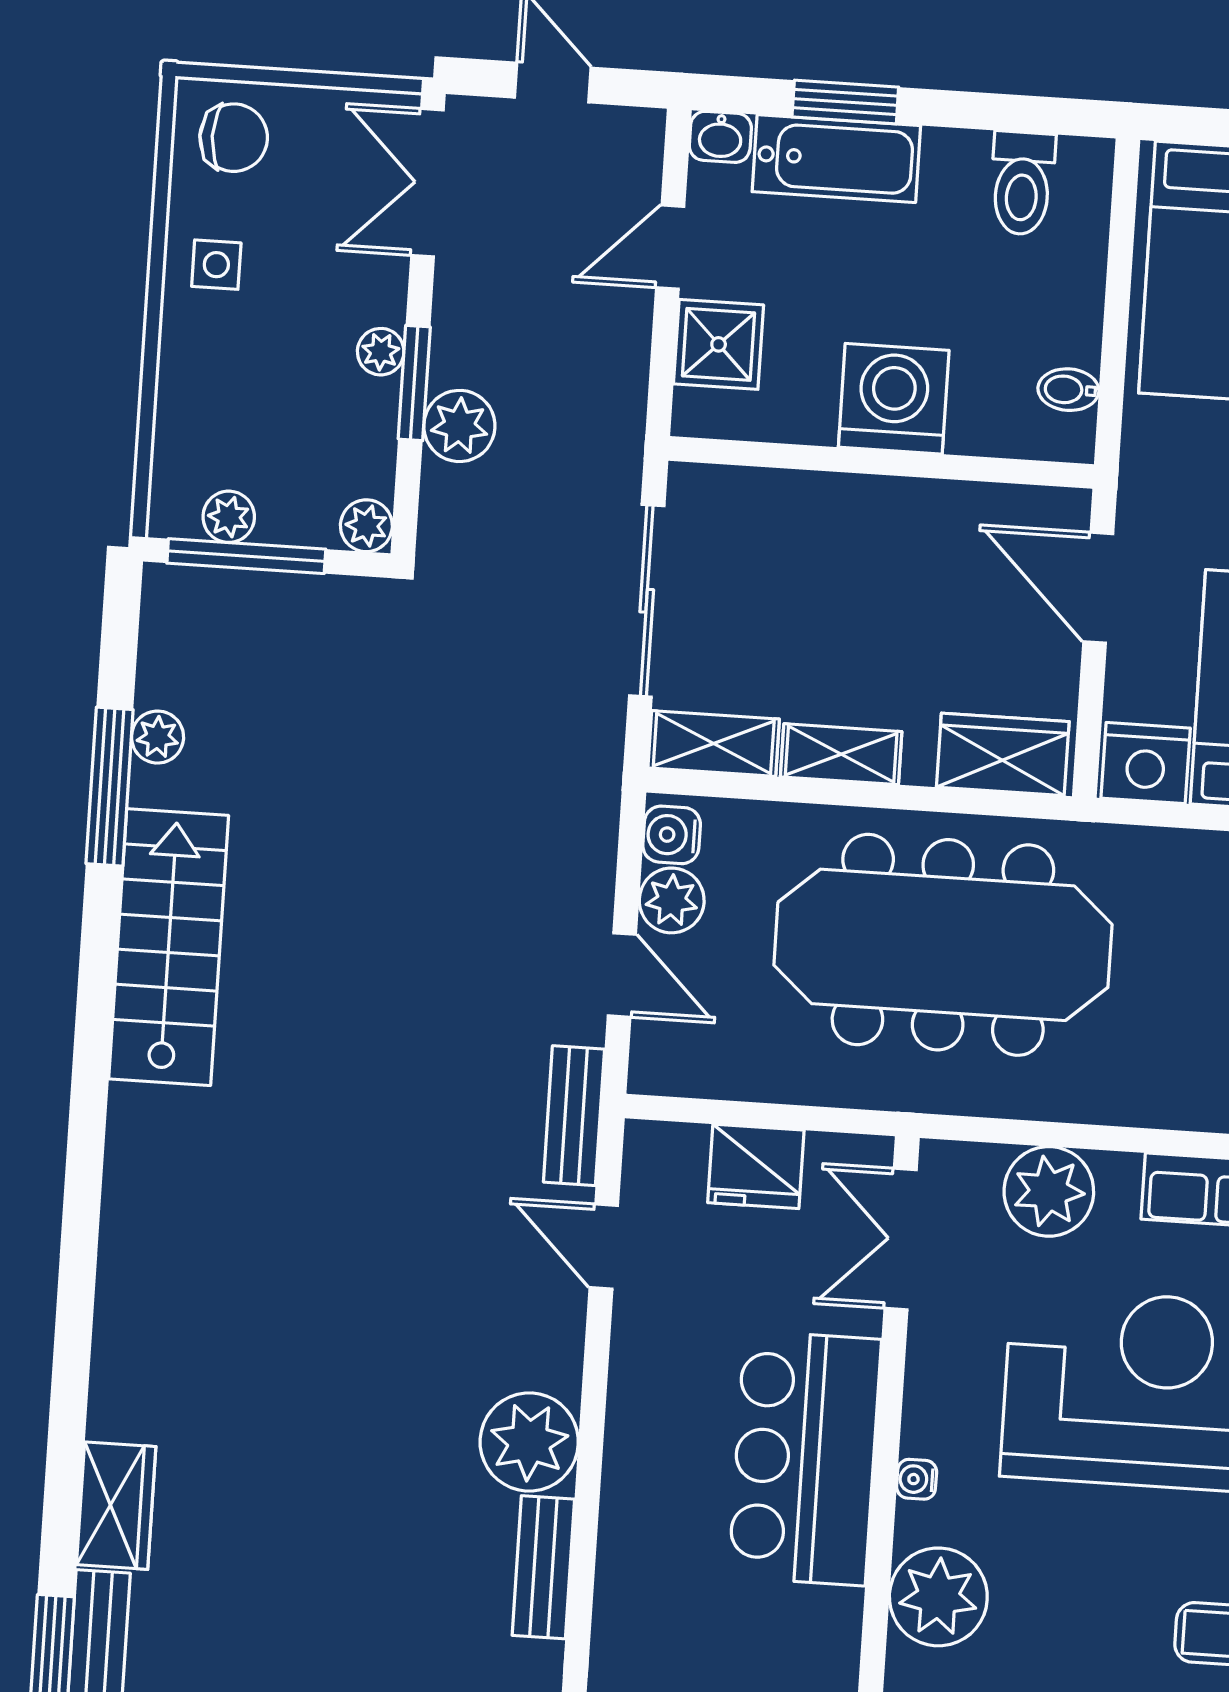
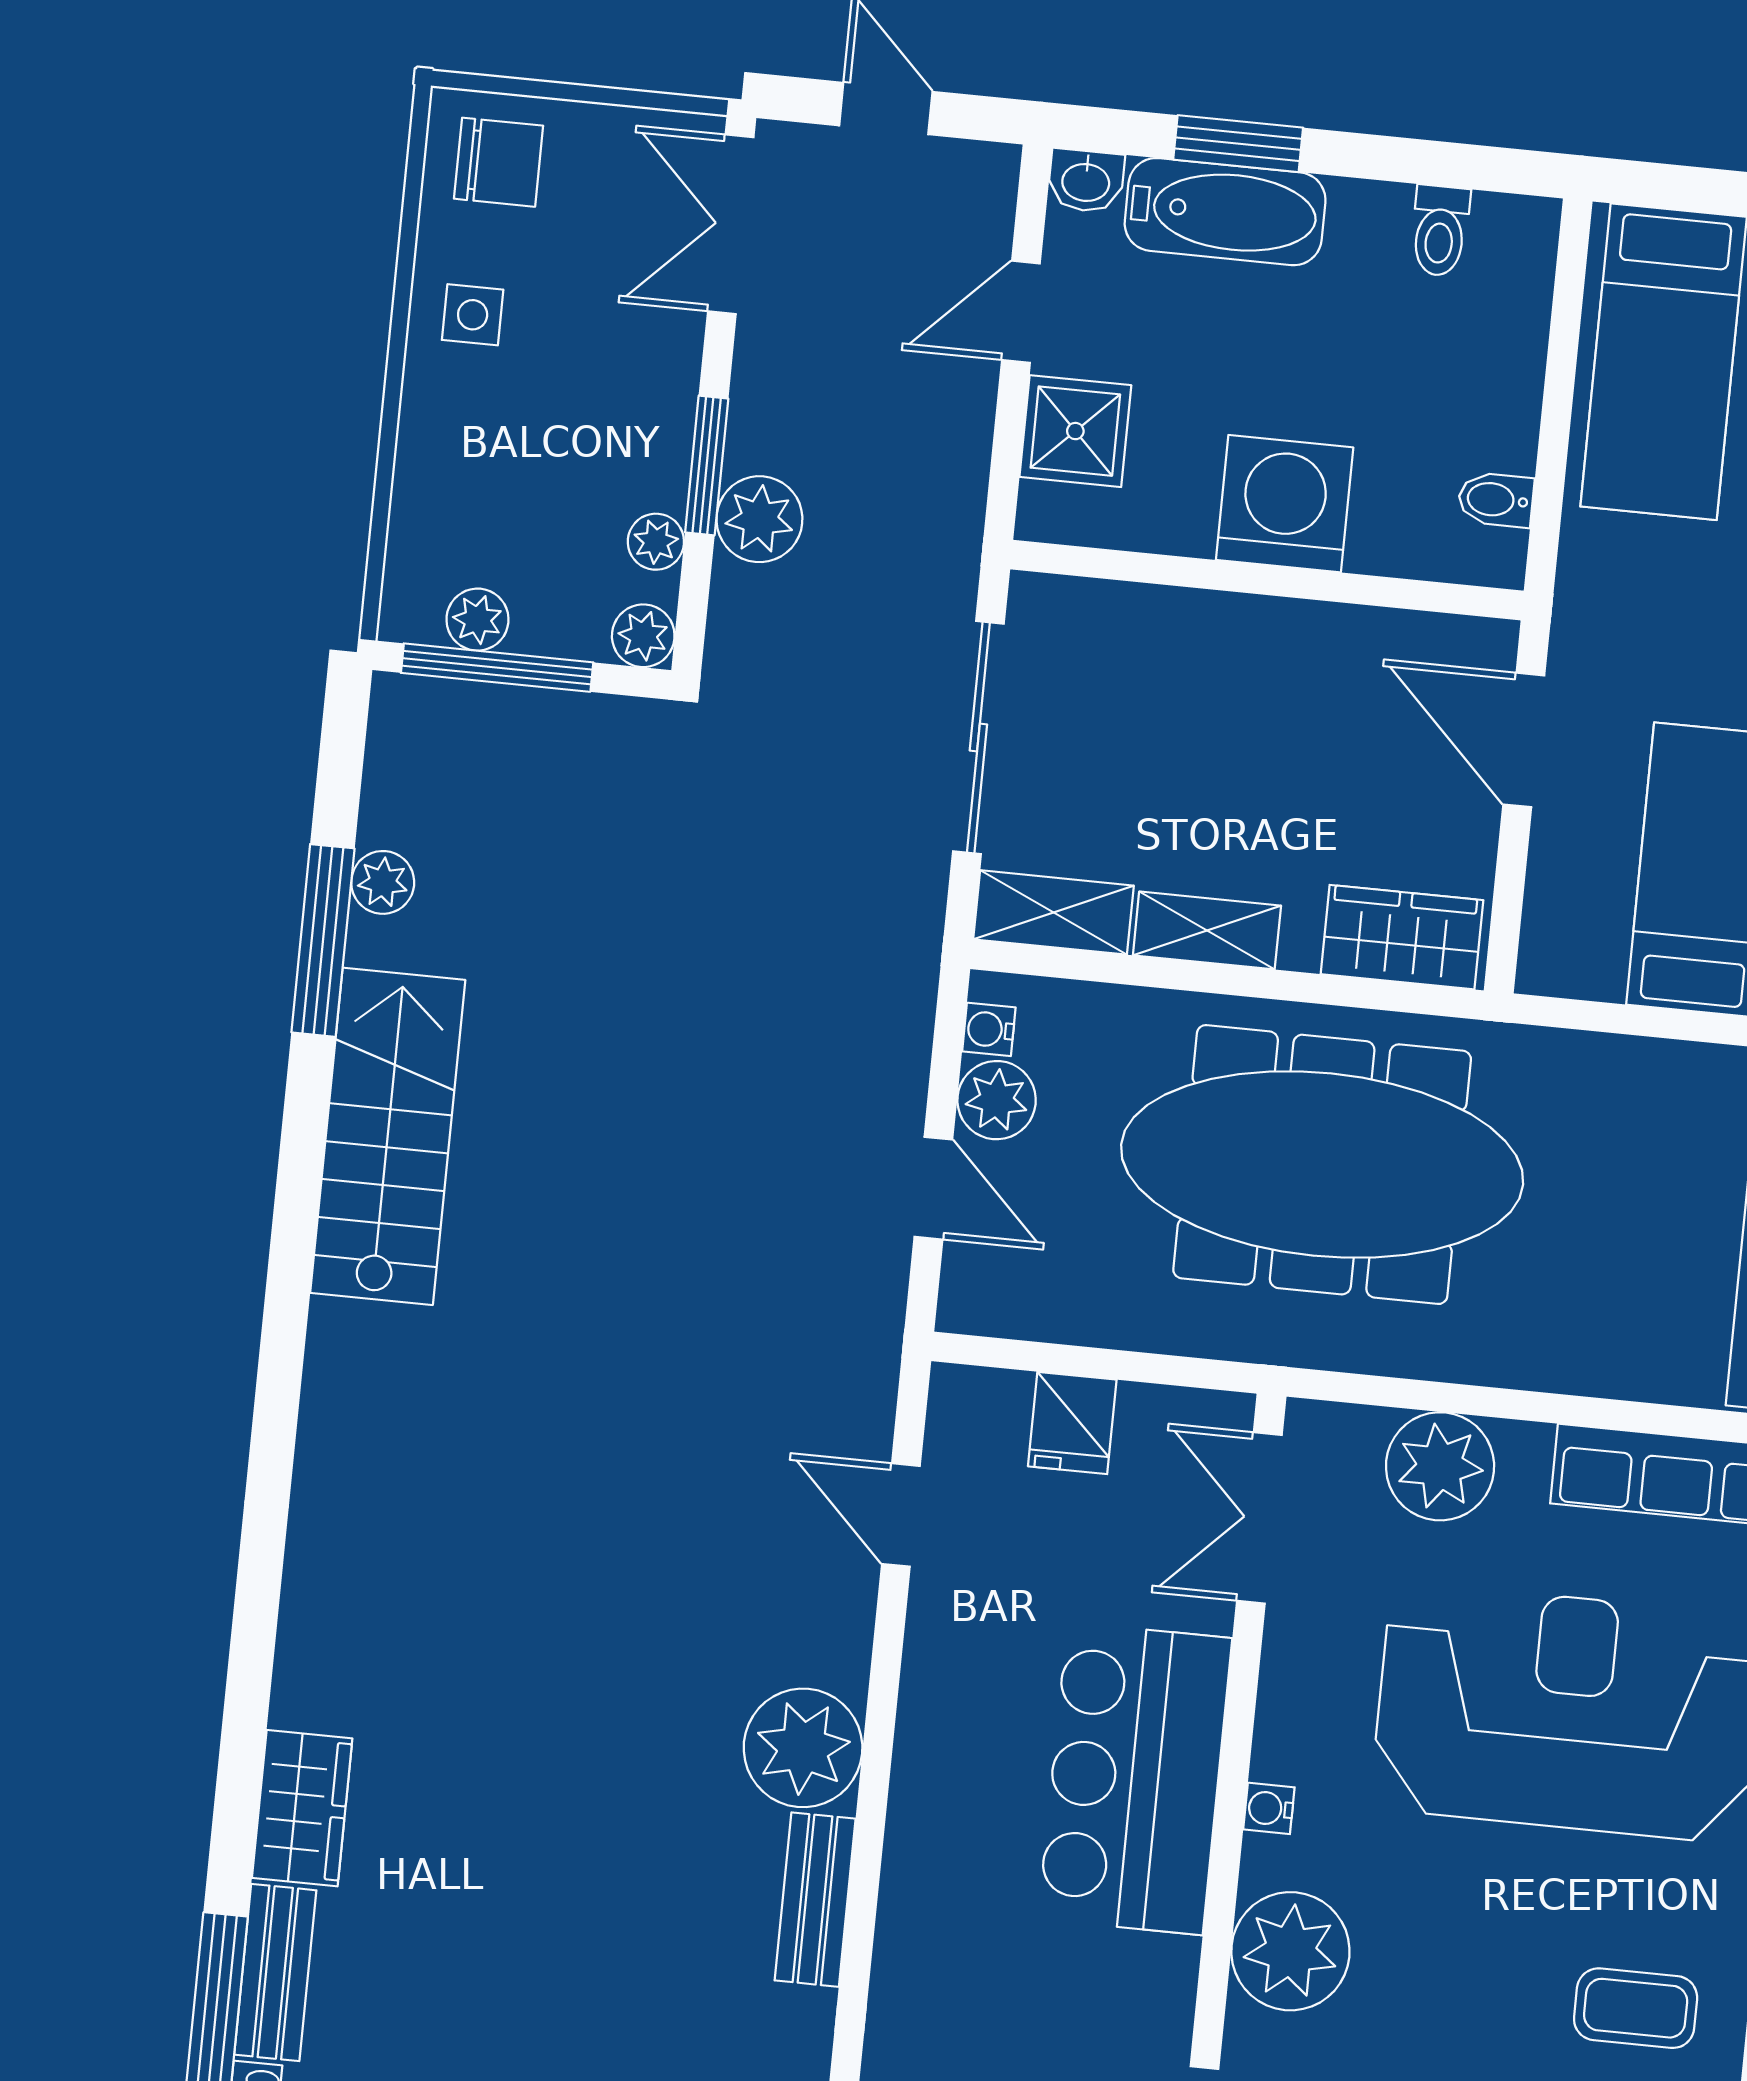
toilet: (1022, 183) -> (1440, 231), width x0.73, depth x0.72
plant: (381, 352) -> (656, 542), moved
nightstand: (1146, 763) -> (1574, 953), removed
water cooler: (672, 835) -> (989, 1029), width x0.72, depth x0.72
bench: (574, 1116) -> (870, 1356), removed
fridge: (756, 1166) -> (1072, 1423), width x0.72

